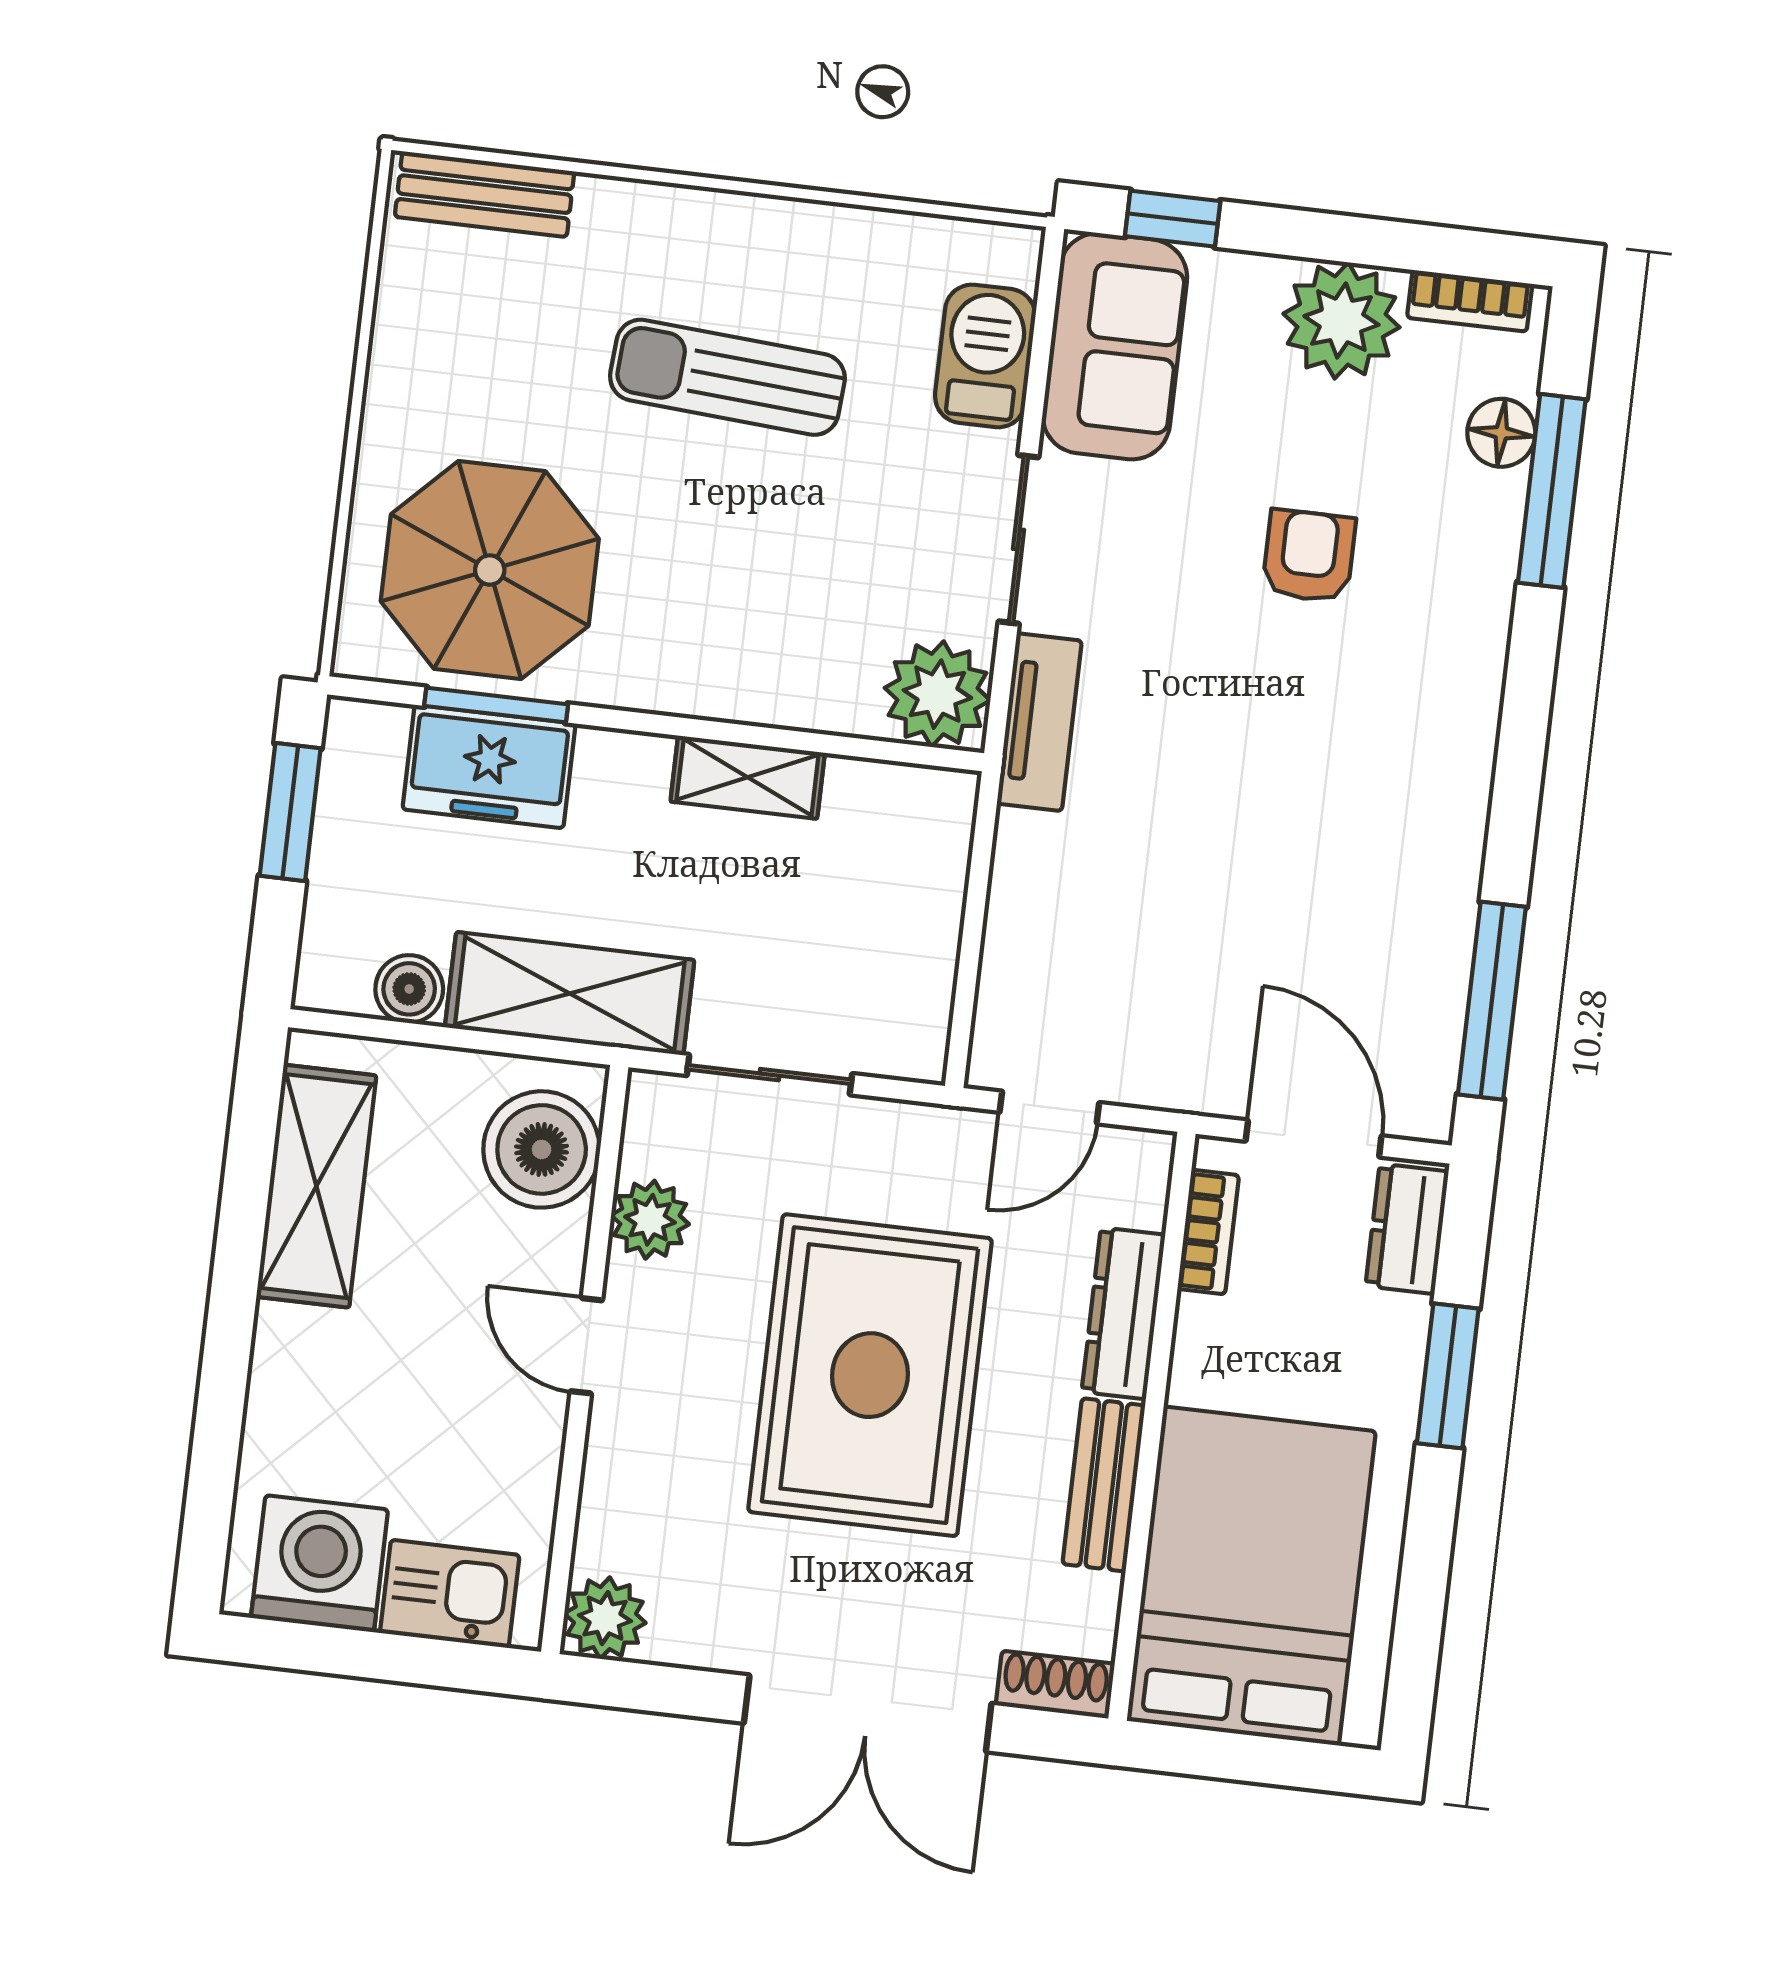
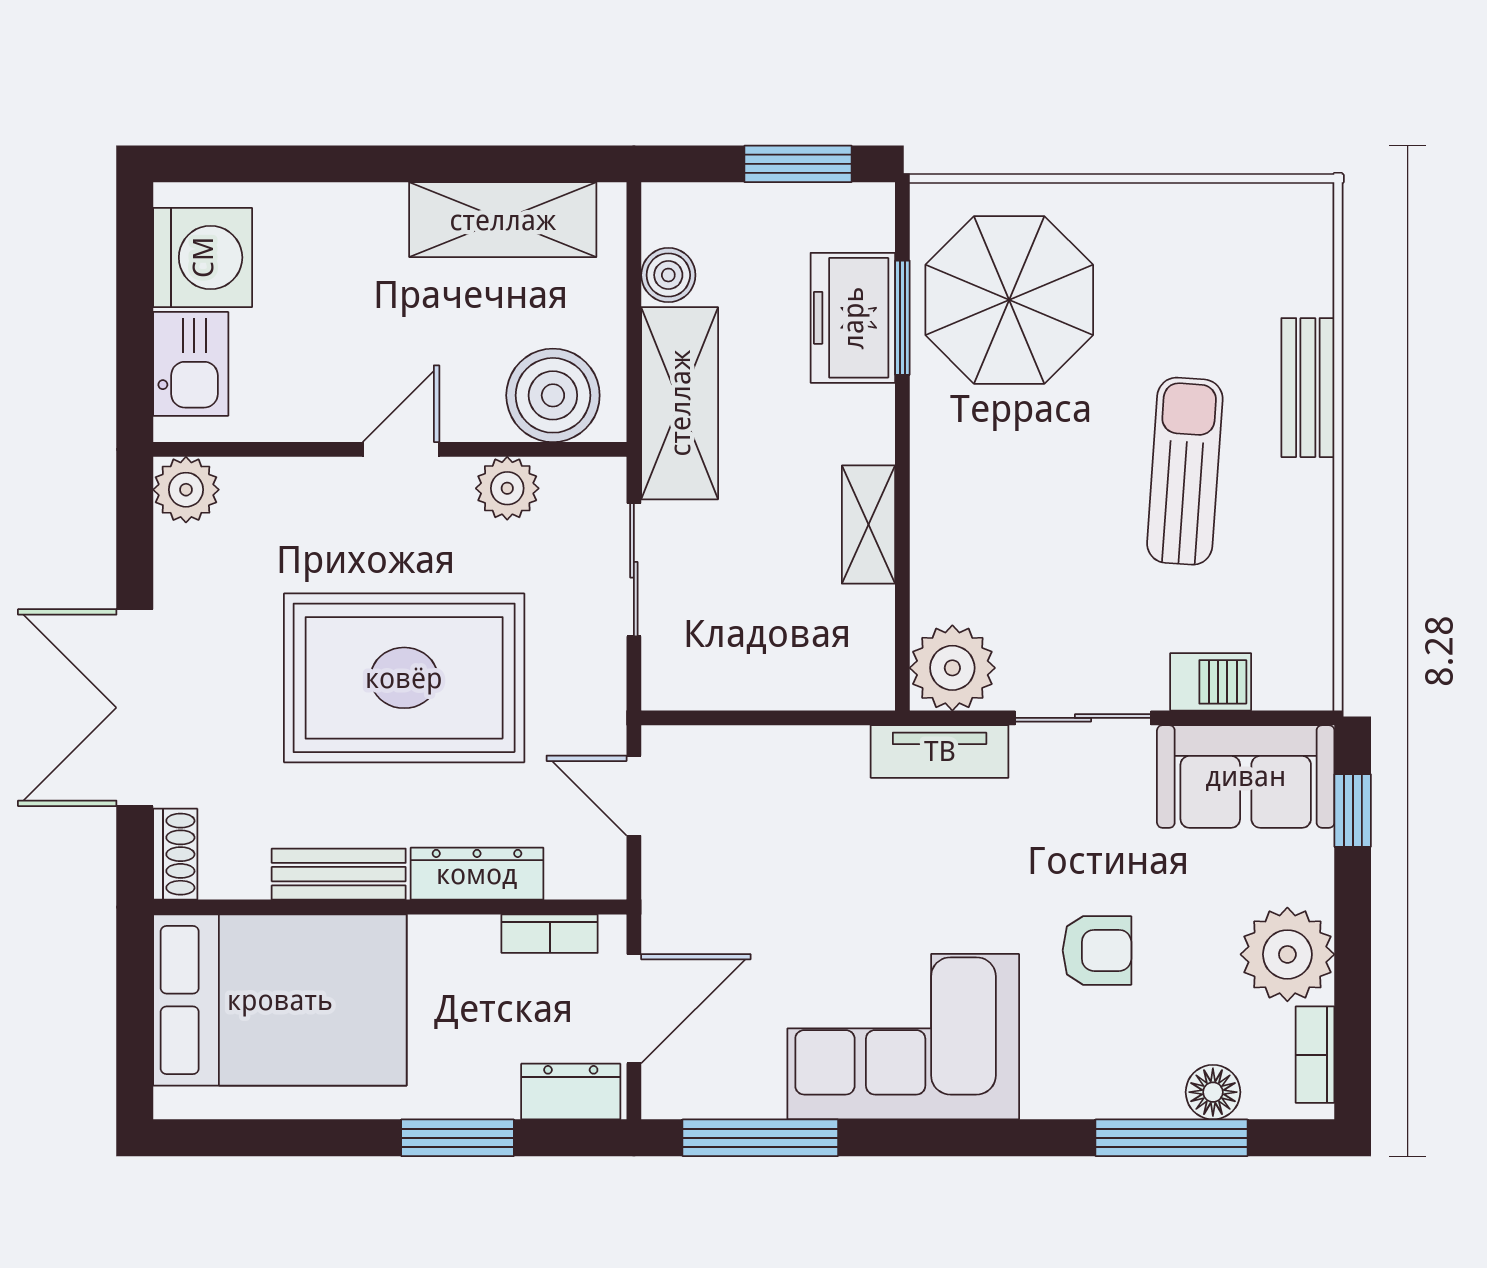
bench: (485, 194) -> (1308, 388), moved
barbecue: (985, 356) -> (1211, 682), width x0.73, depth x0.79
corner sofa: (1387, 809) -> (903, 1037), added

